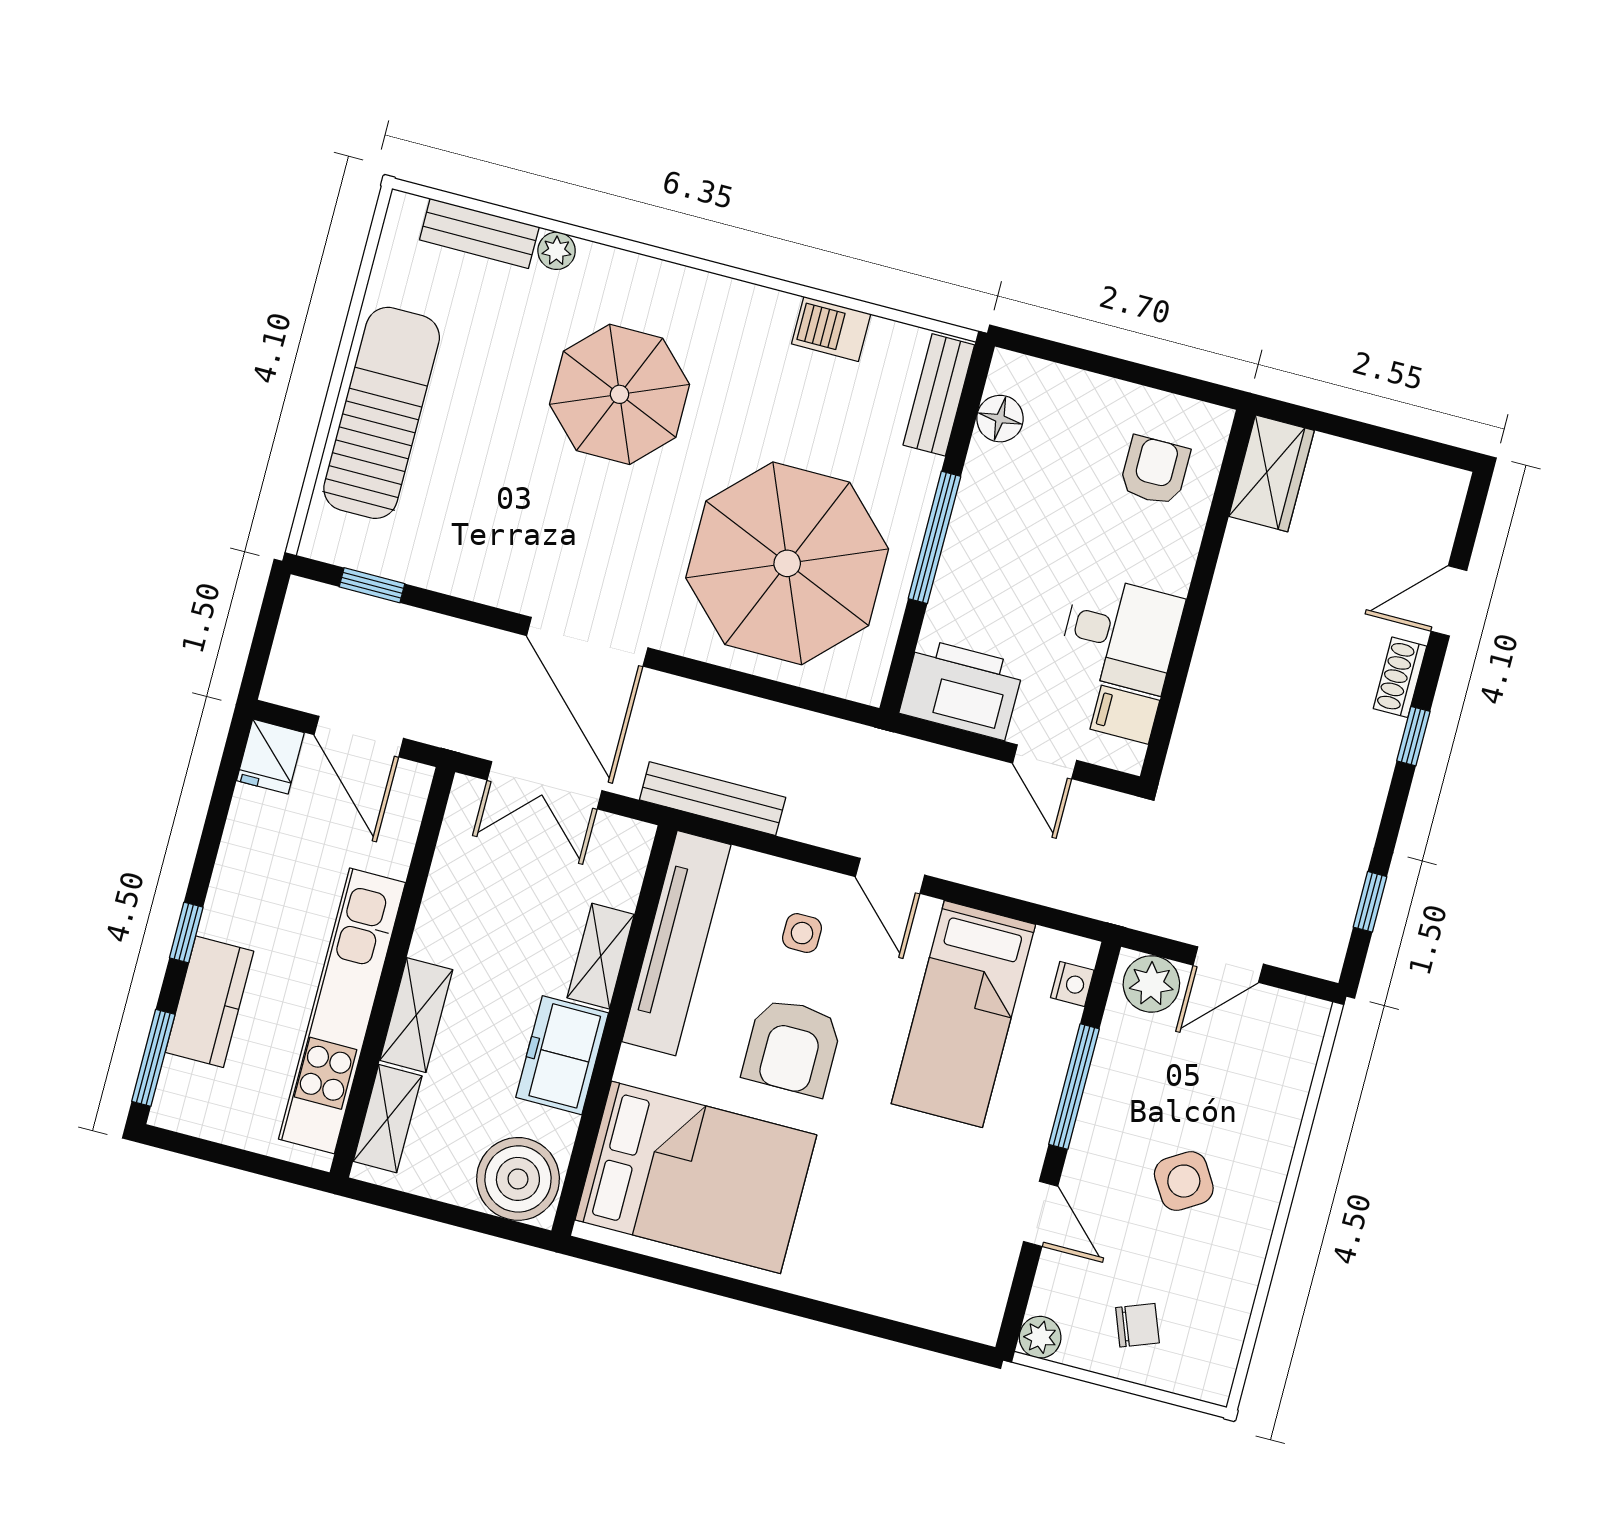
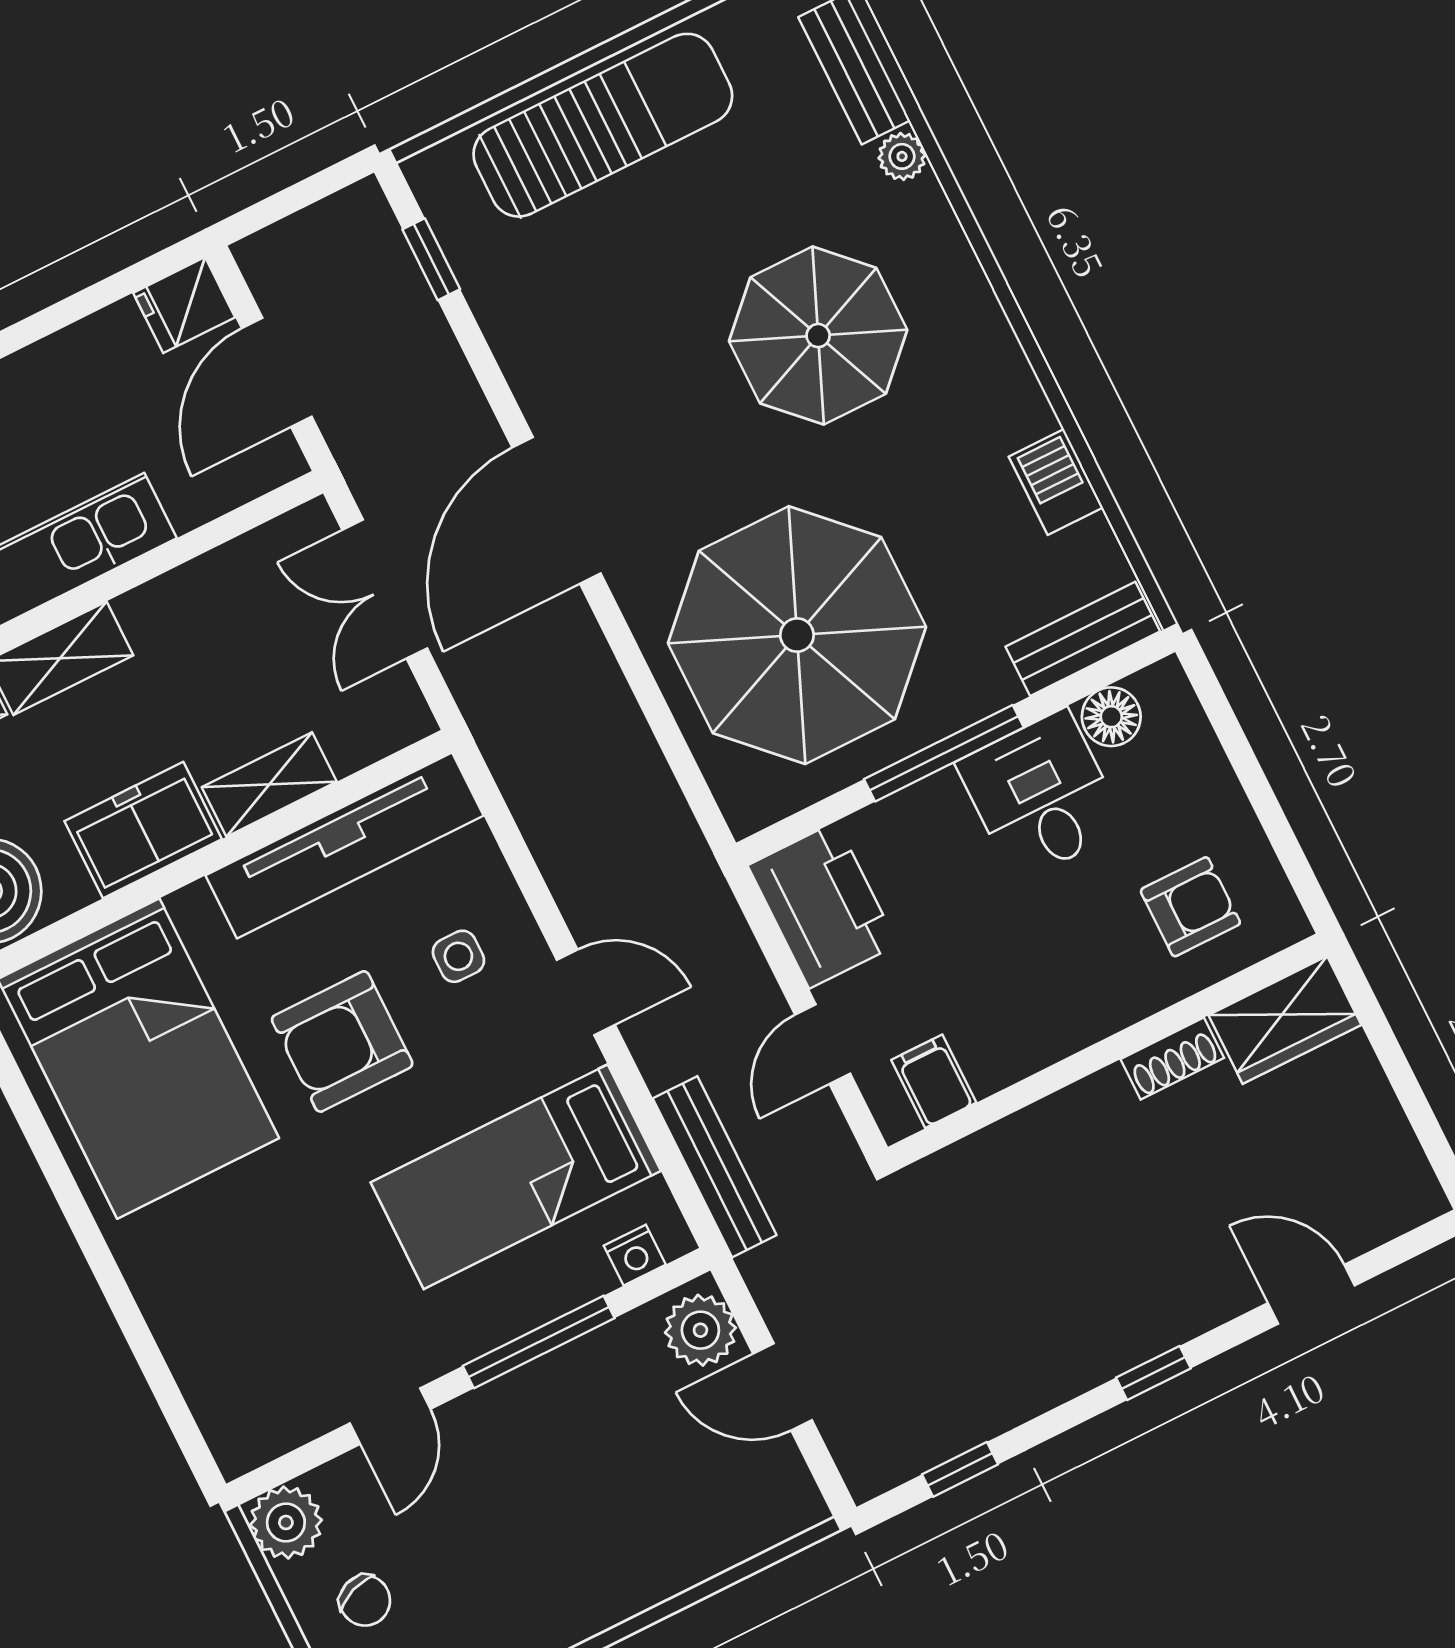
desk: (1121, 634) -> (1041, 796), moved, turned 180
shoe rack: (1400, 677) -> (1172, 1059), moved, turned 180
bench: (713, 799) -> (715, 1167), moved
door: (890, 876) -> (586, 992), swing flipped
side table: (1184, 1181) -> (540, 1525), removed
plant: (1040, 1337) -> (286, 1522), width x1.38, depth x1.38

